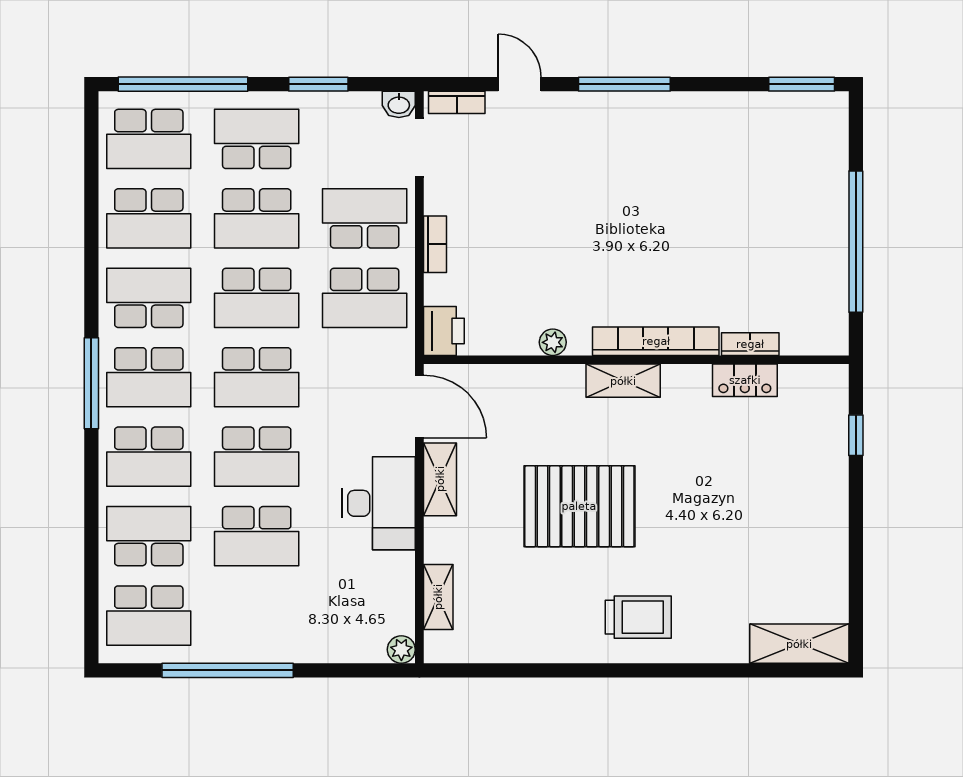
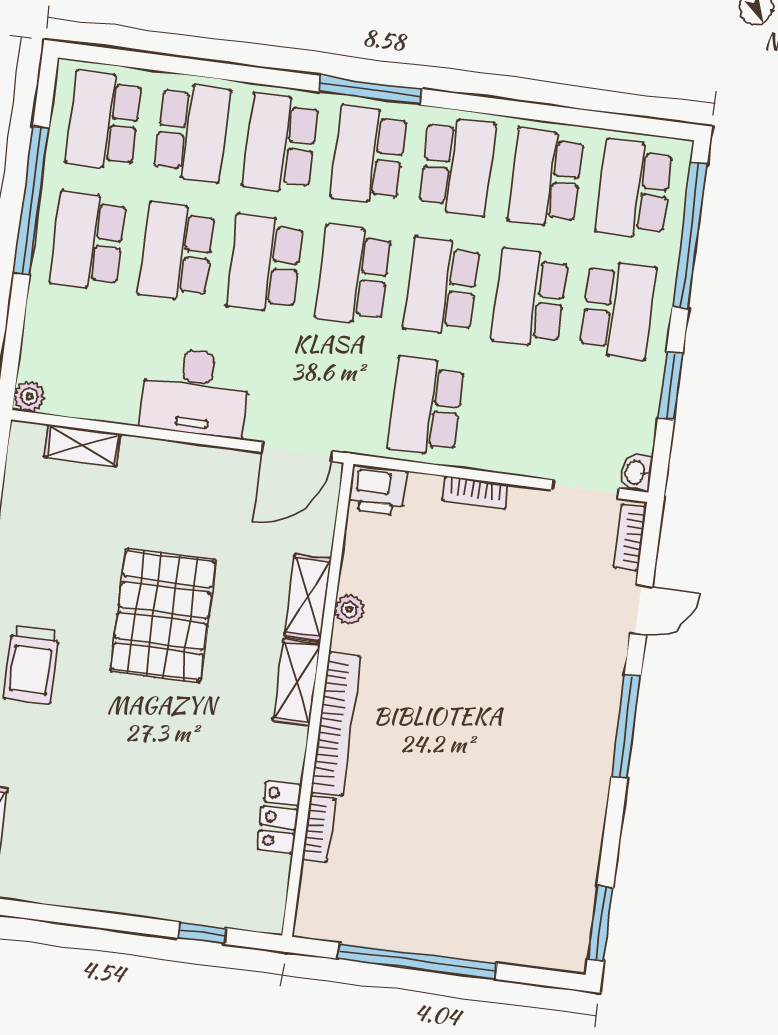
school desk: (365, 218) -> (88, 241), moved, turned 180
shelving: (440, 479) -> (308, 597), moved, turned 90

